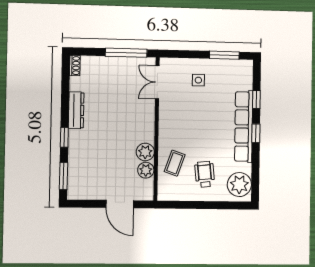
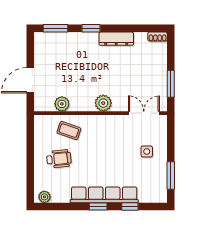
window: (126, 53) -> (171, 84), width x0.69
plant: (145, 152) -> (103, 103), moved
plant: (239, 185) -> (44, 197), width x0.53, depth x0.53

